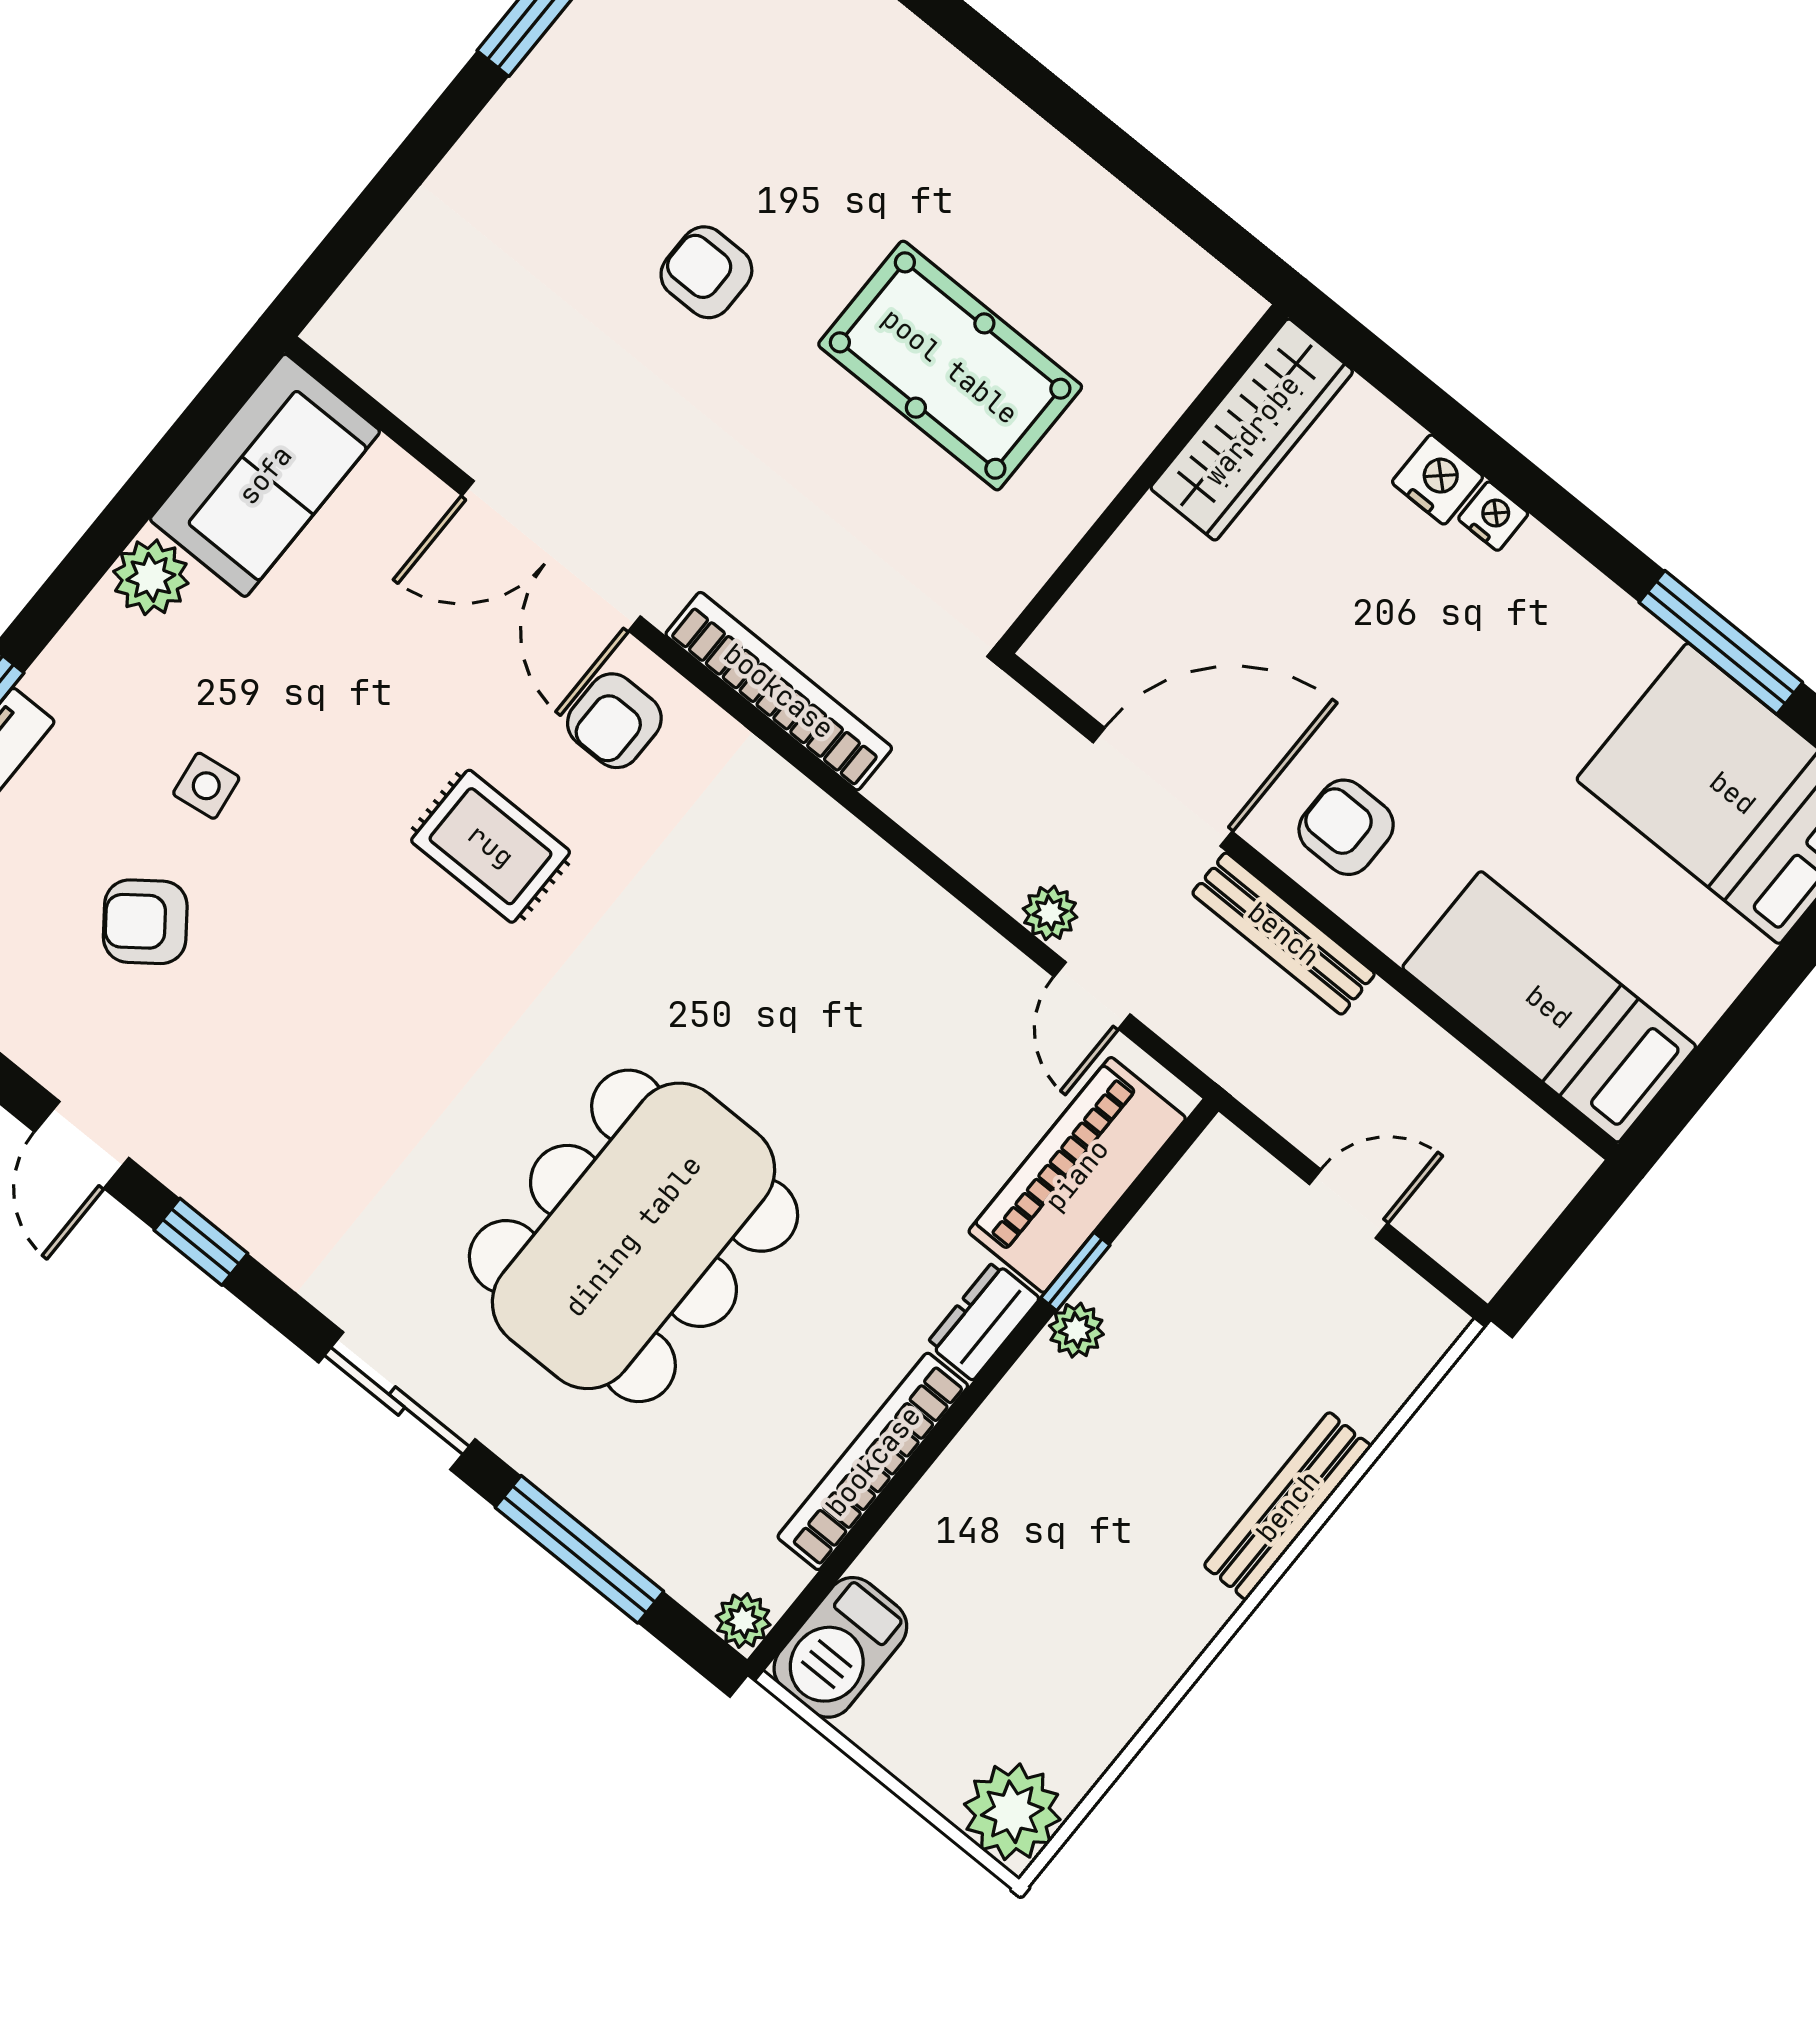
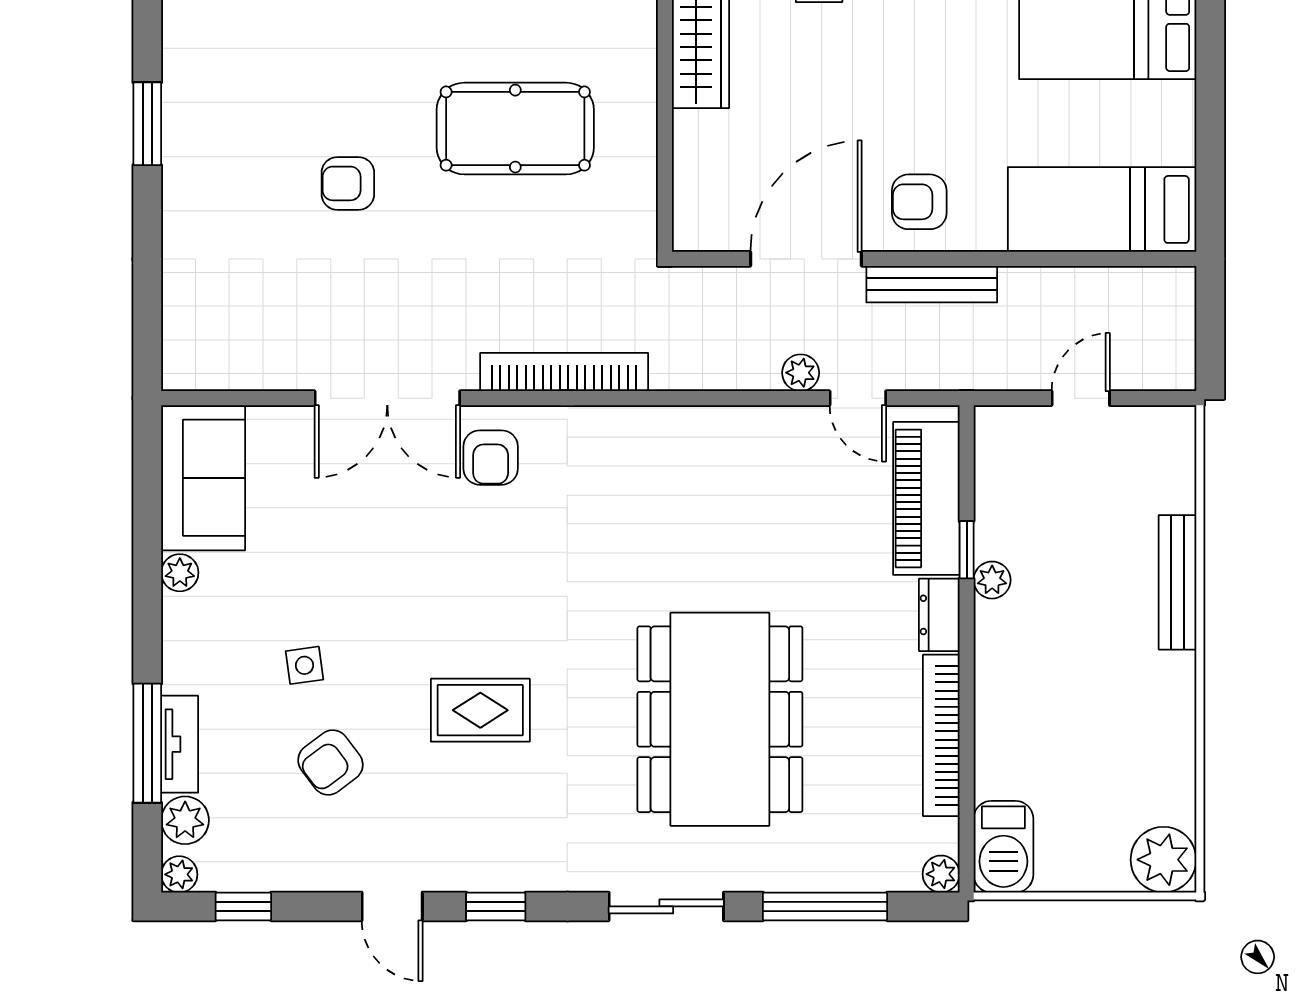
plant: (151, 577) -> (180, 573), width x0.73, depth x0.73
rug: (491, 846) -> (480, 710), moved

